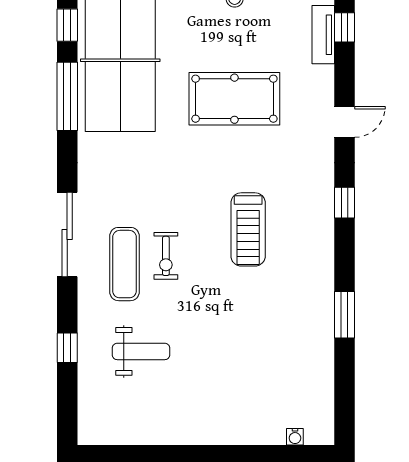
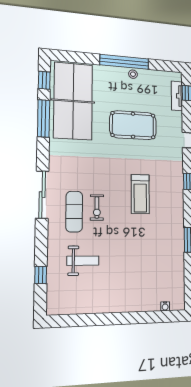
window: (67, 348) -> (41, 275), moved

